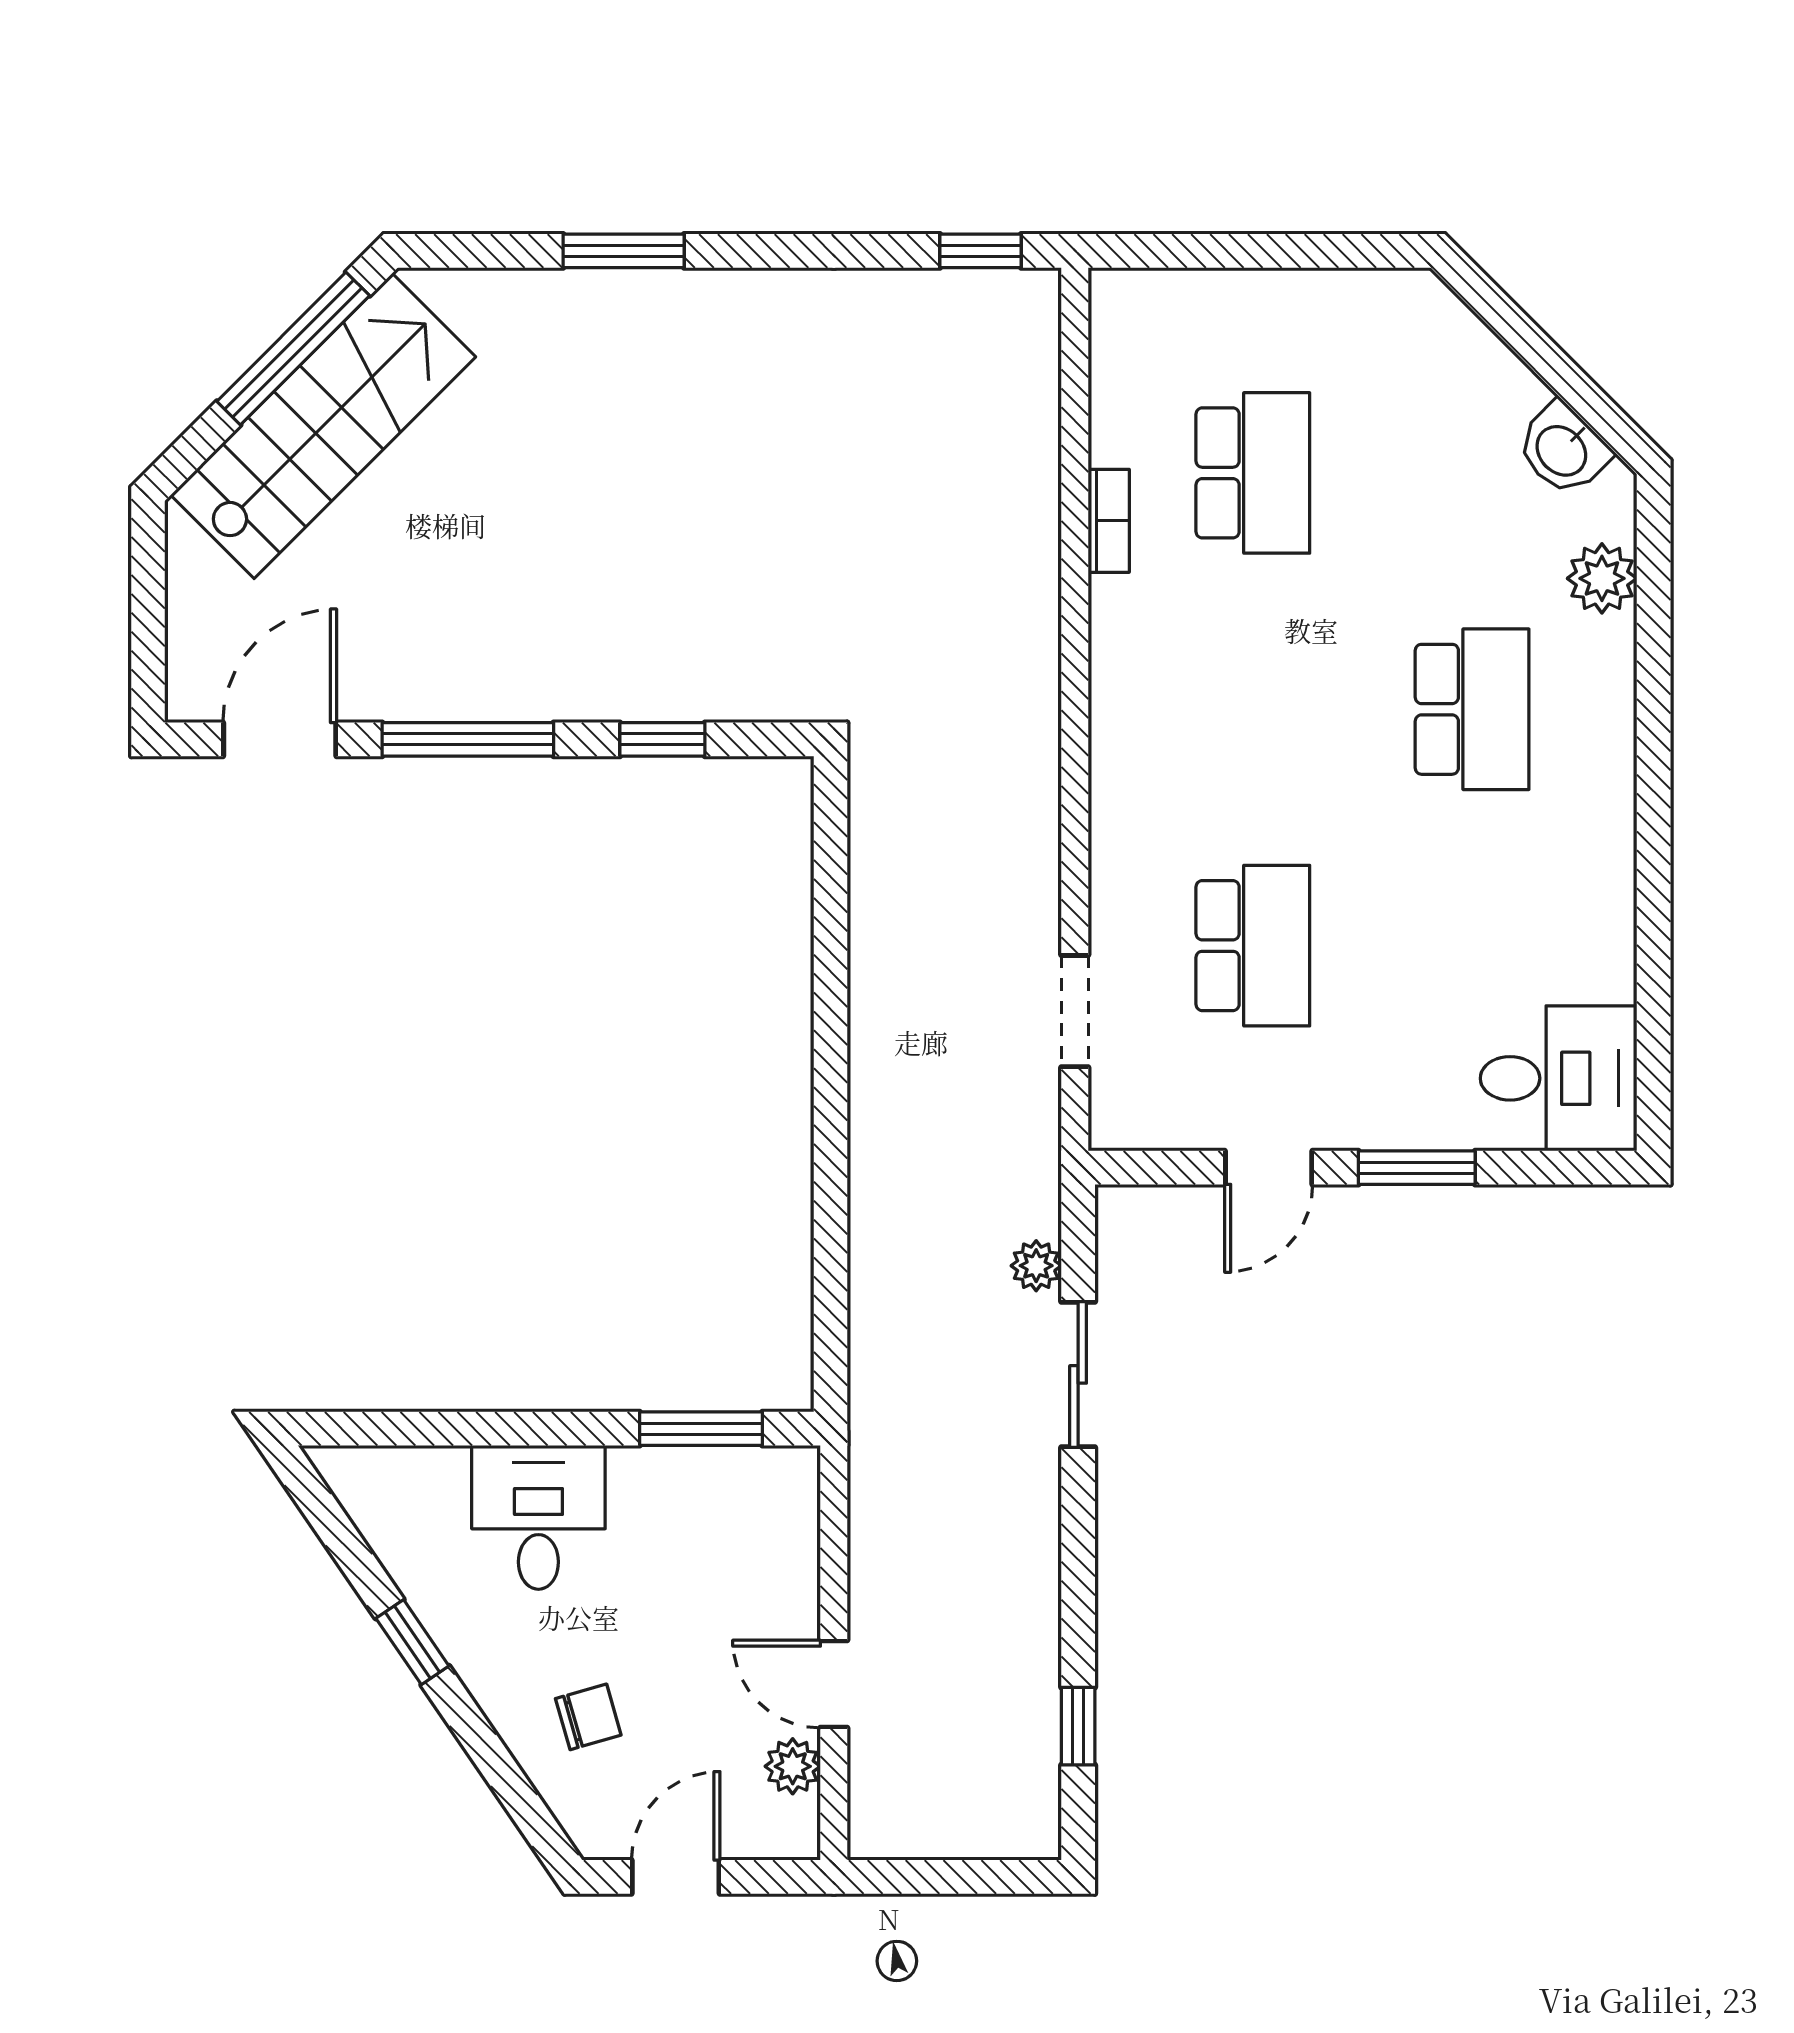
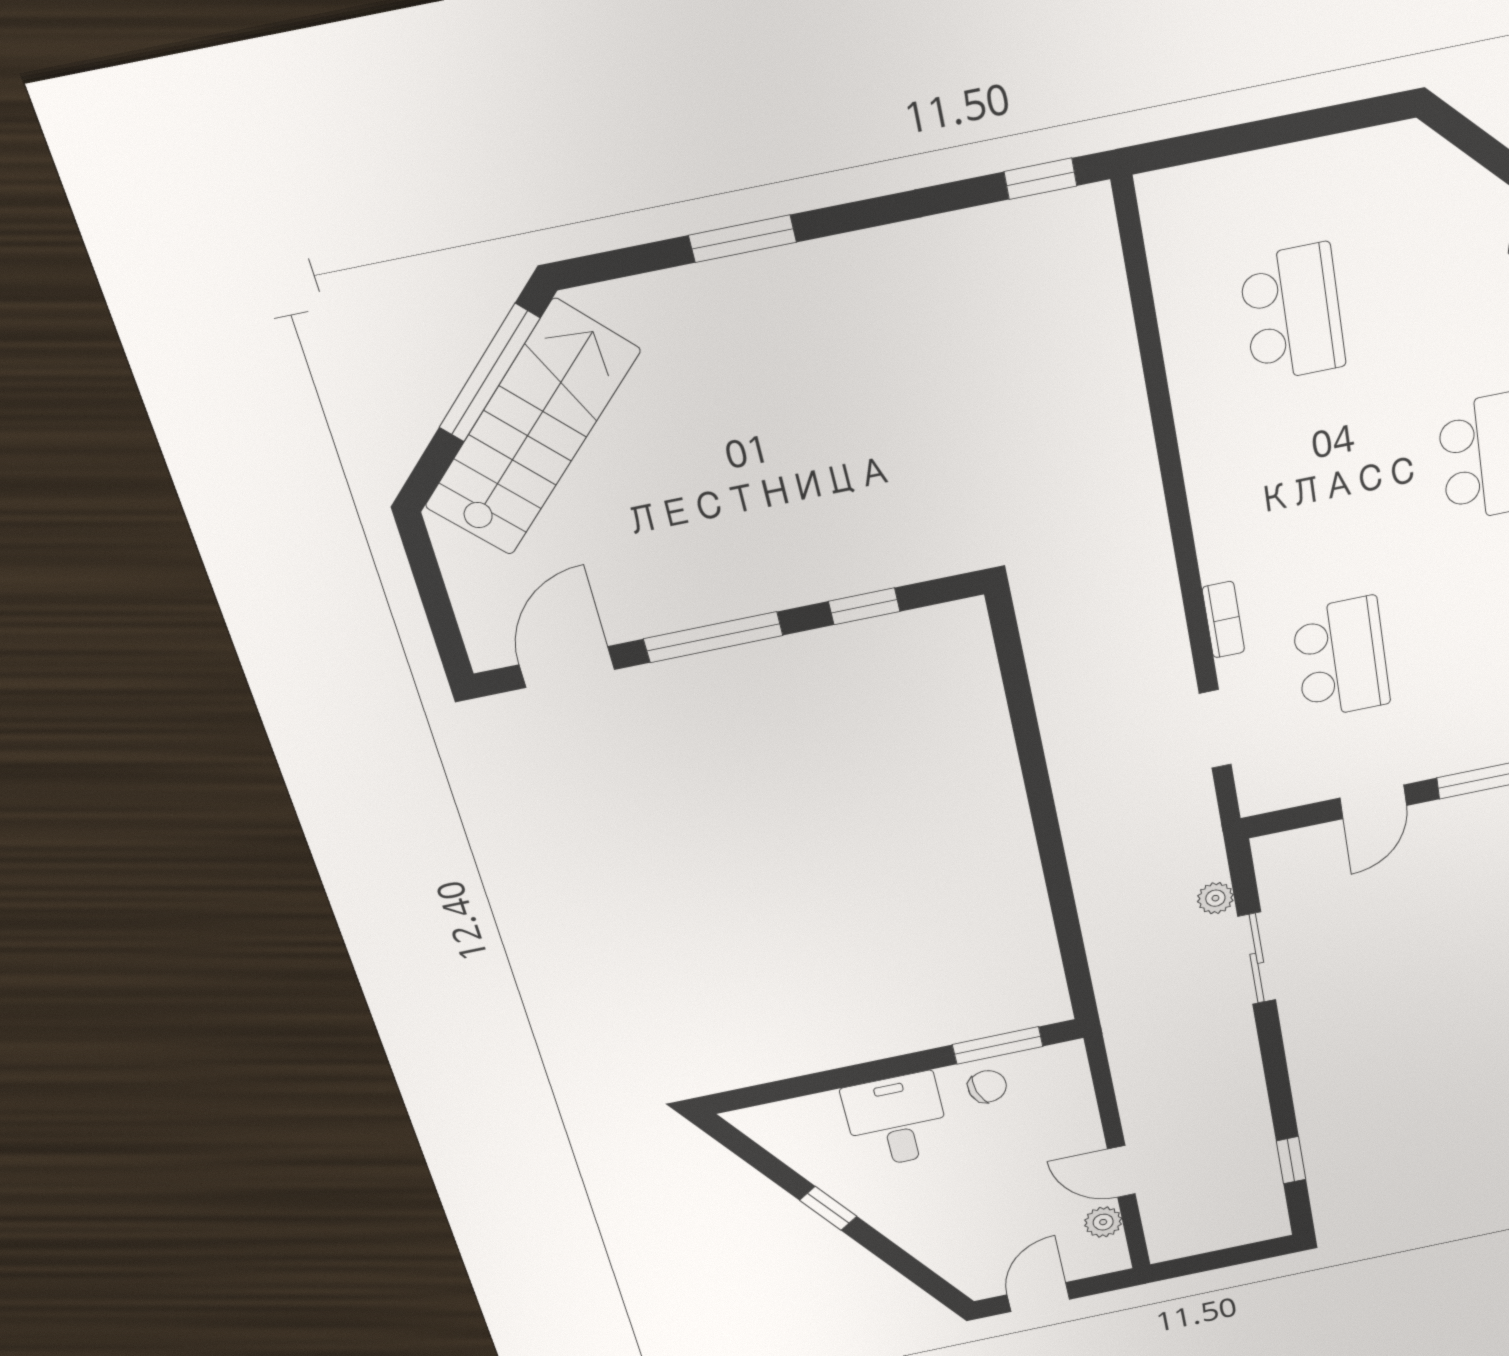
bookcase: (1109, 521) -> (1223, 620), moved
chair: (588, 1717) -> (987, 1087), moved

